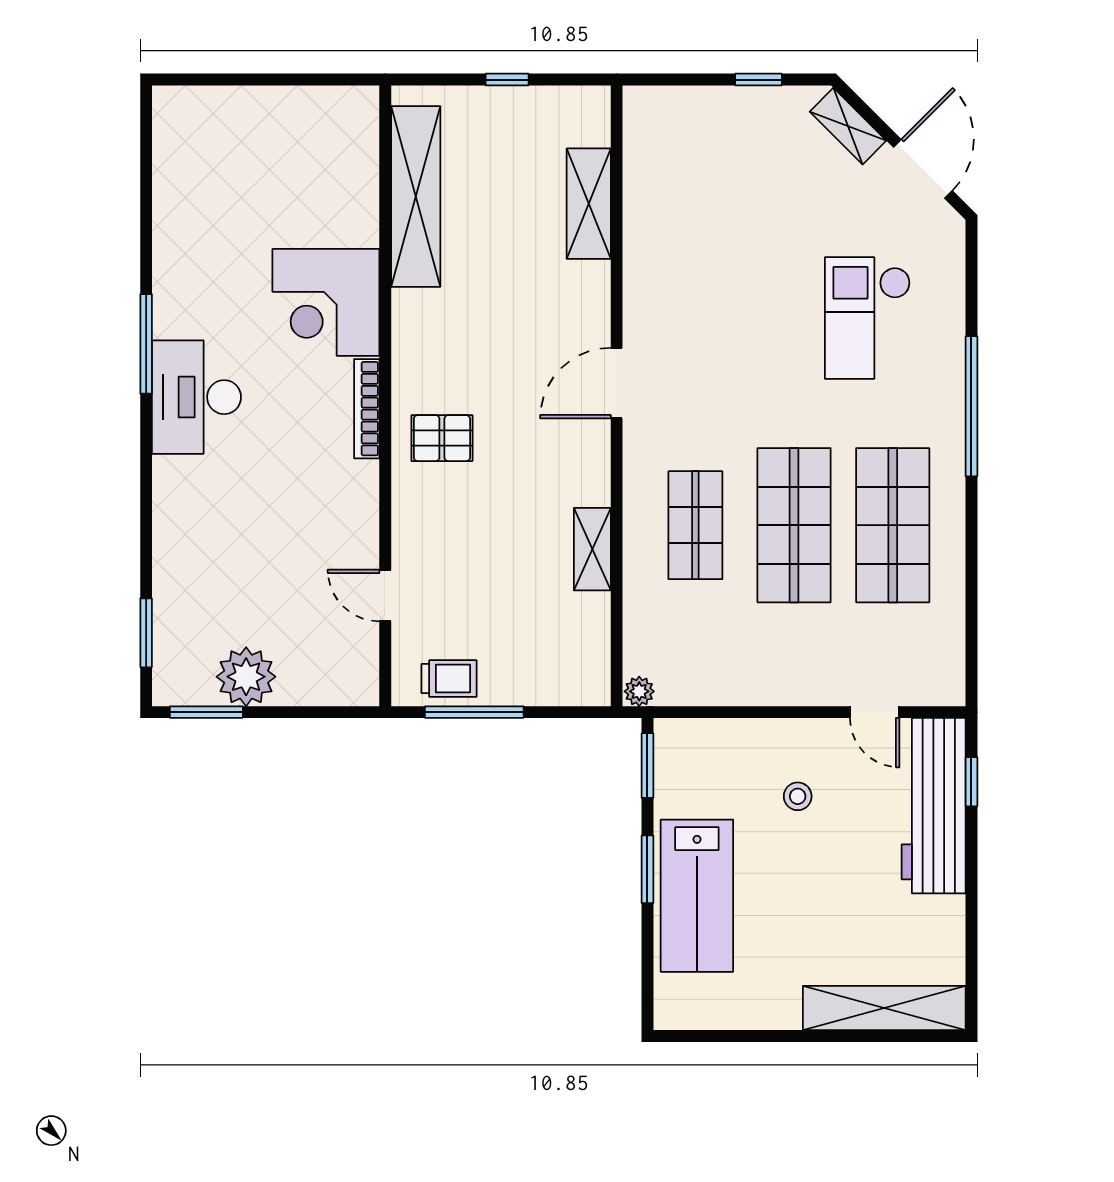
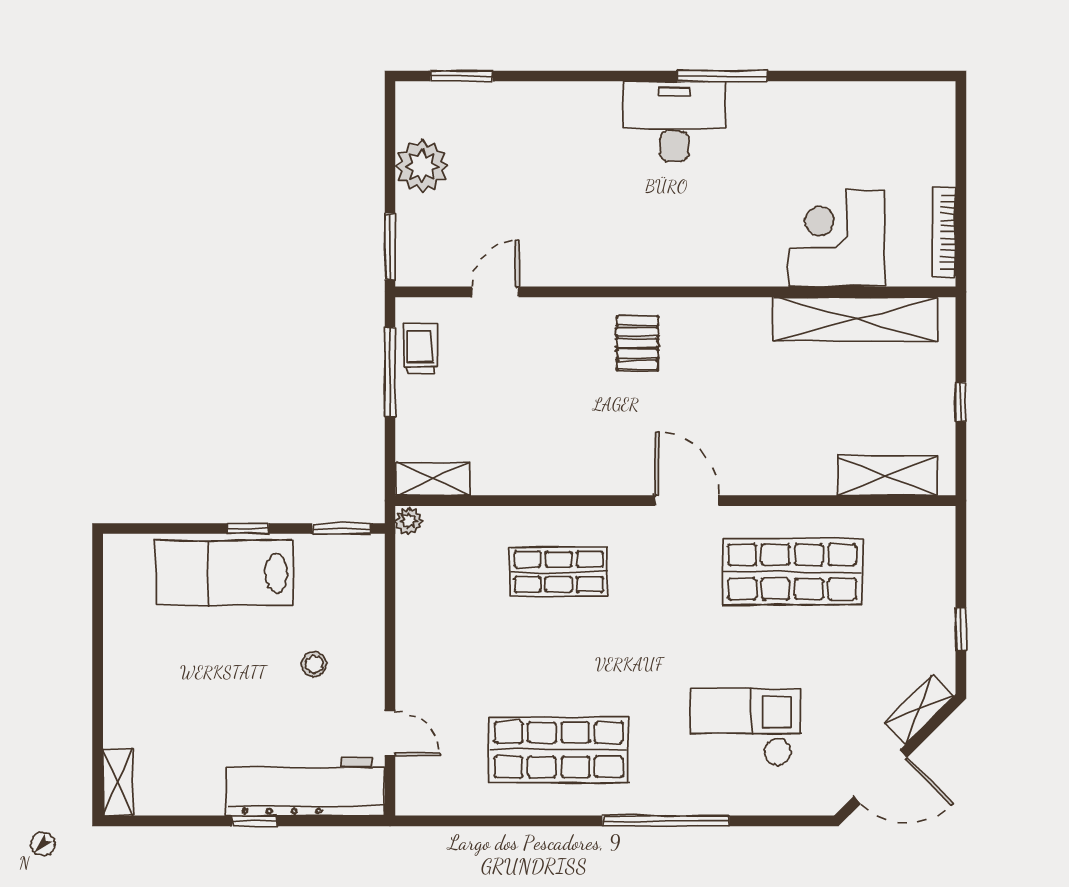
shelving: (589, 204) -> (887, 476), moved
corner desk: (326, 302) -> (837, 238), moved
bookcase: (367, 409) -> (944, 232), moved, turned -90
shop shelf: (794, 525) -> (792, 572), moved
shelving: (592, 549) -> (432, 479), moved
trolley: (449, 679) -> (420, 349), turned 180
window: (206, 712) -> (390, 246), moved
door: (875, 712) -> (390, 734), swing flipped
window: (971, 782) -> (254, 821), moved
window: (647, 869) -> (248, 529), width x0.67
shelving: (884, 1008) -> (118, 782), width x0.45, depth x0.75

